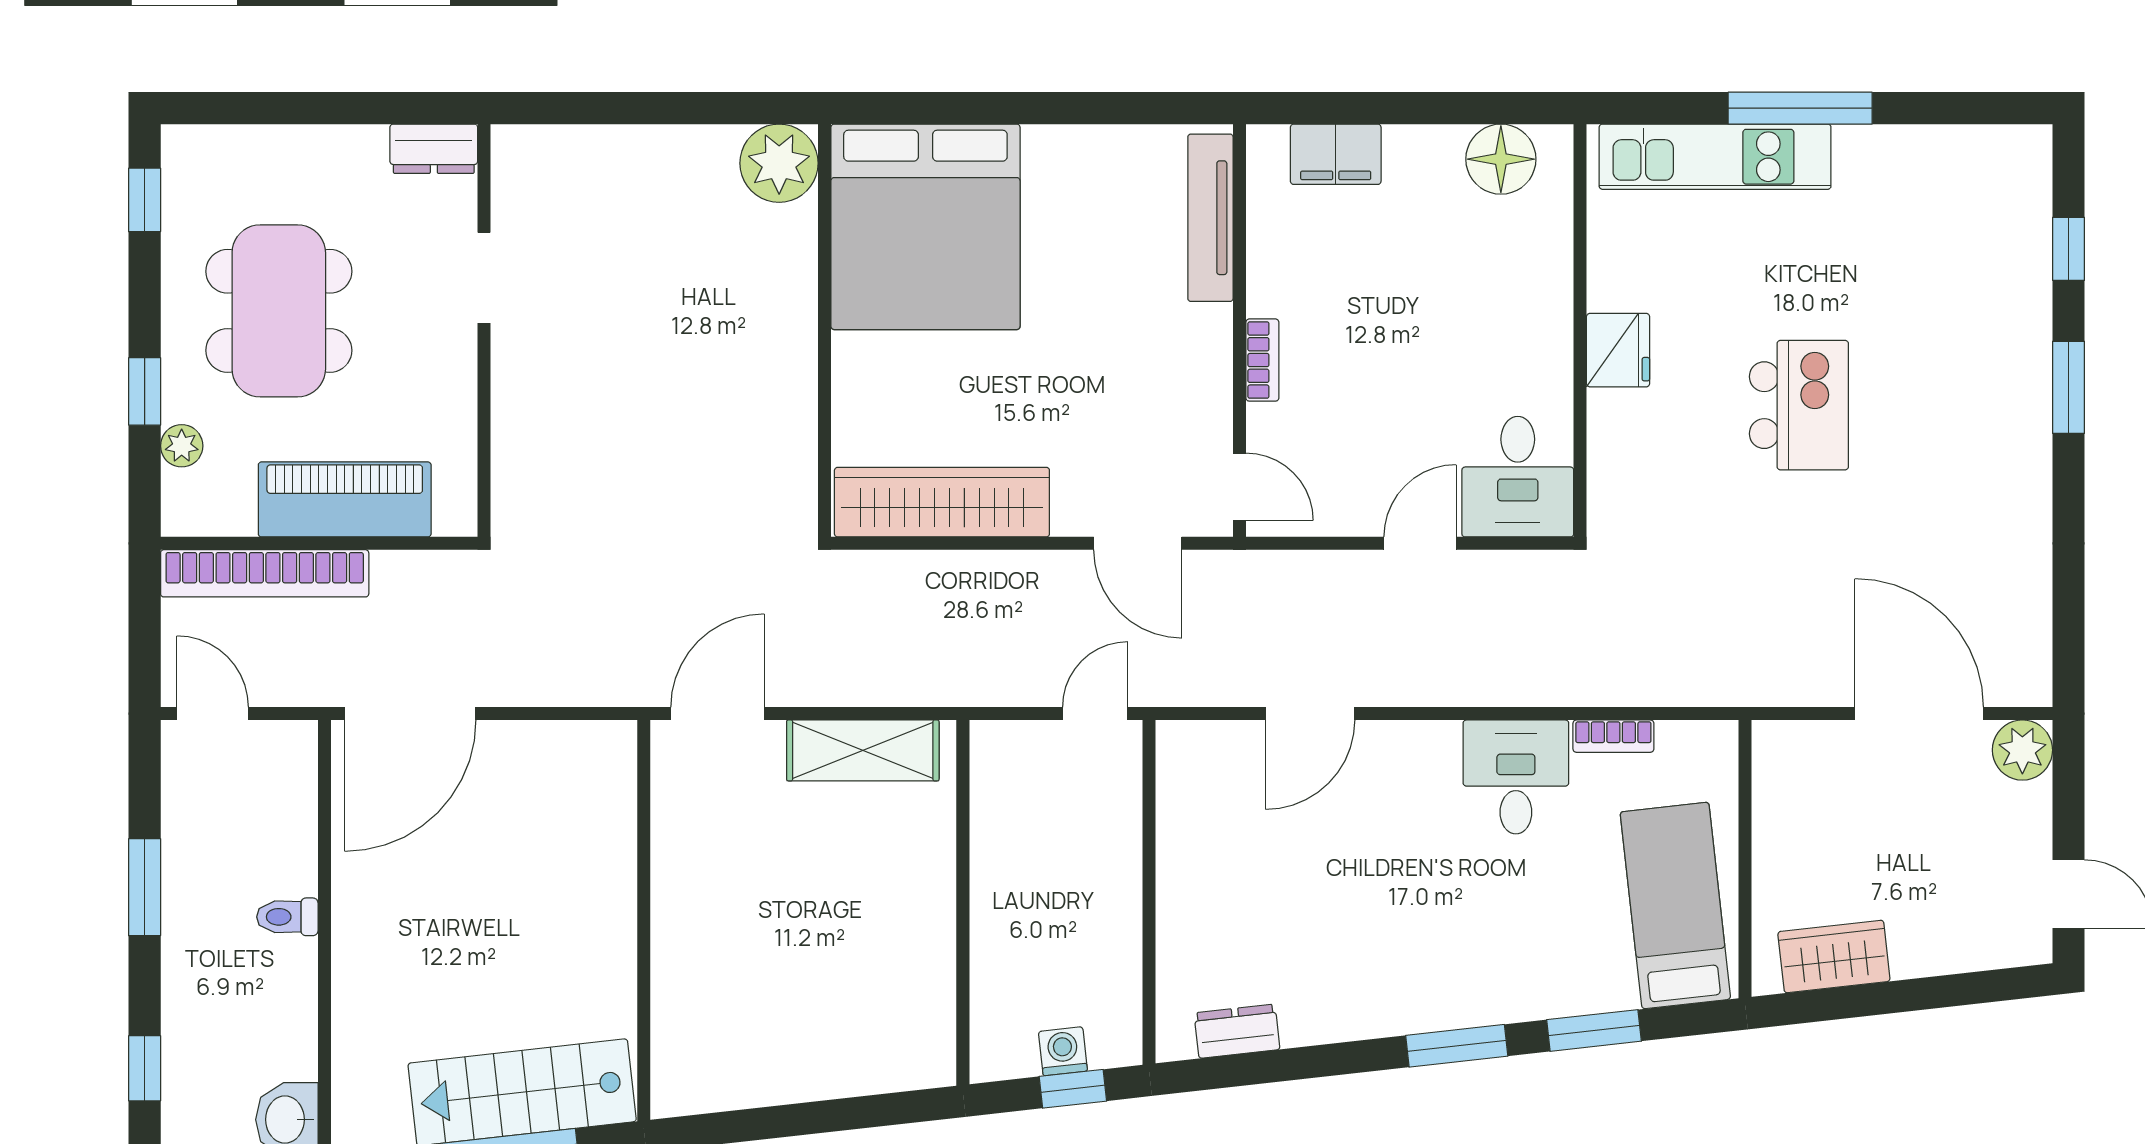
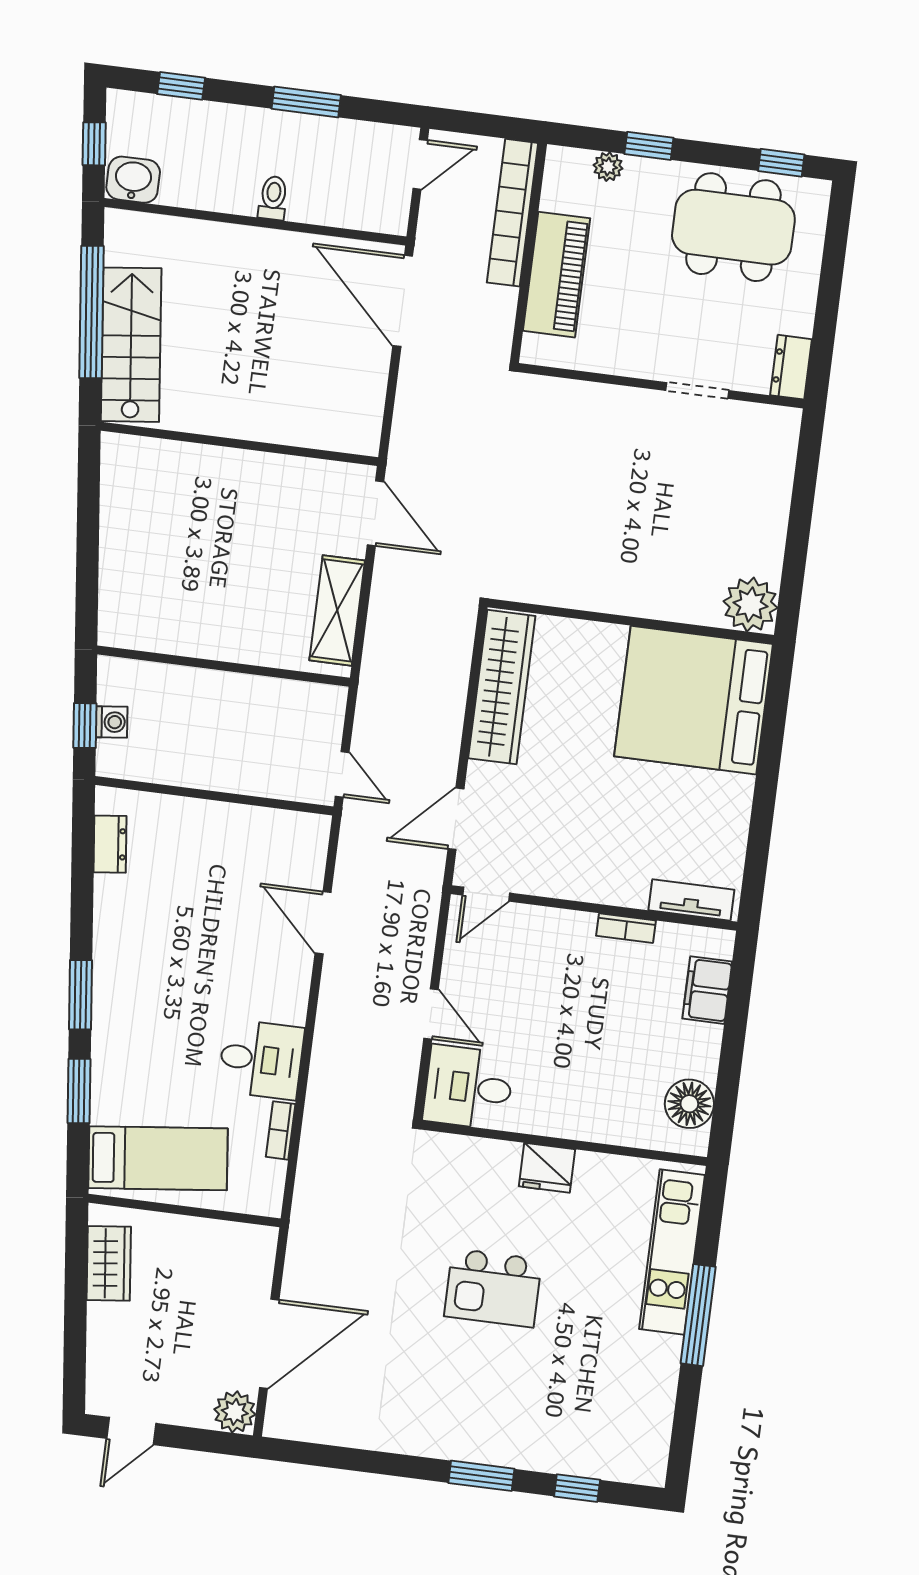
tv unit: (1210, 218) -> (691, 900), width x0.71
dining table: (279, 311) -> (733, 227), moved
bookcase: (1262, 360) -> (626, 928), moved

